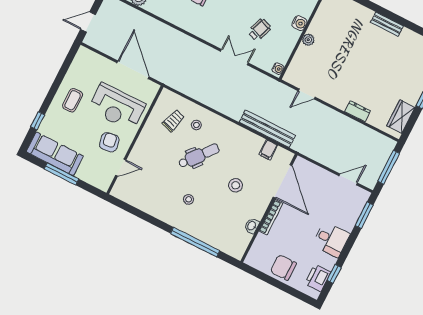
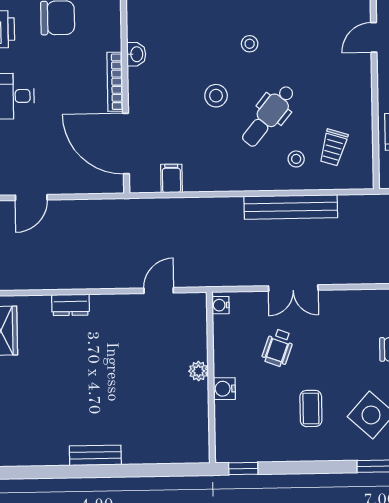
bench: (267, 129) -> (291, 207), moved
stool: (236, 185) -> (216, 96), moved

